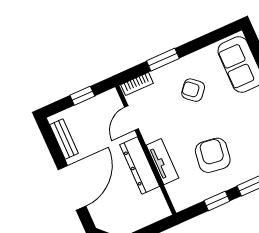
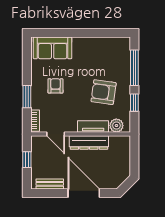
armchair: (193, 90) -> (55, 86), turned 139
plant: (177, 191) -> (116, 126), added

